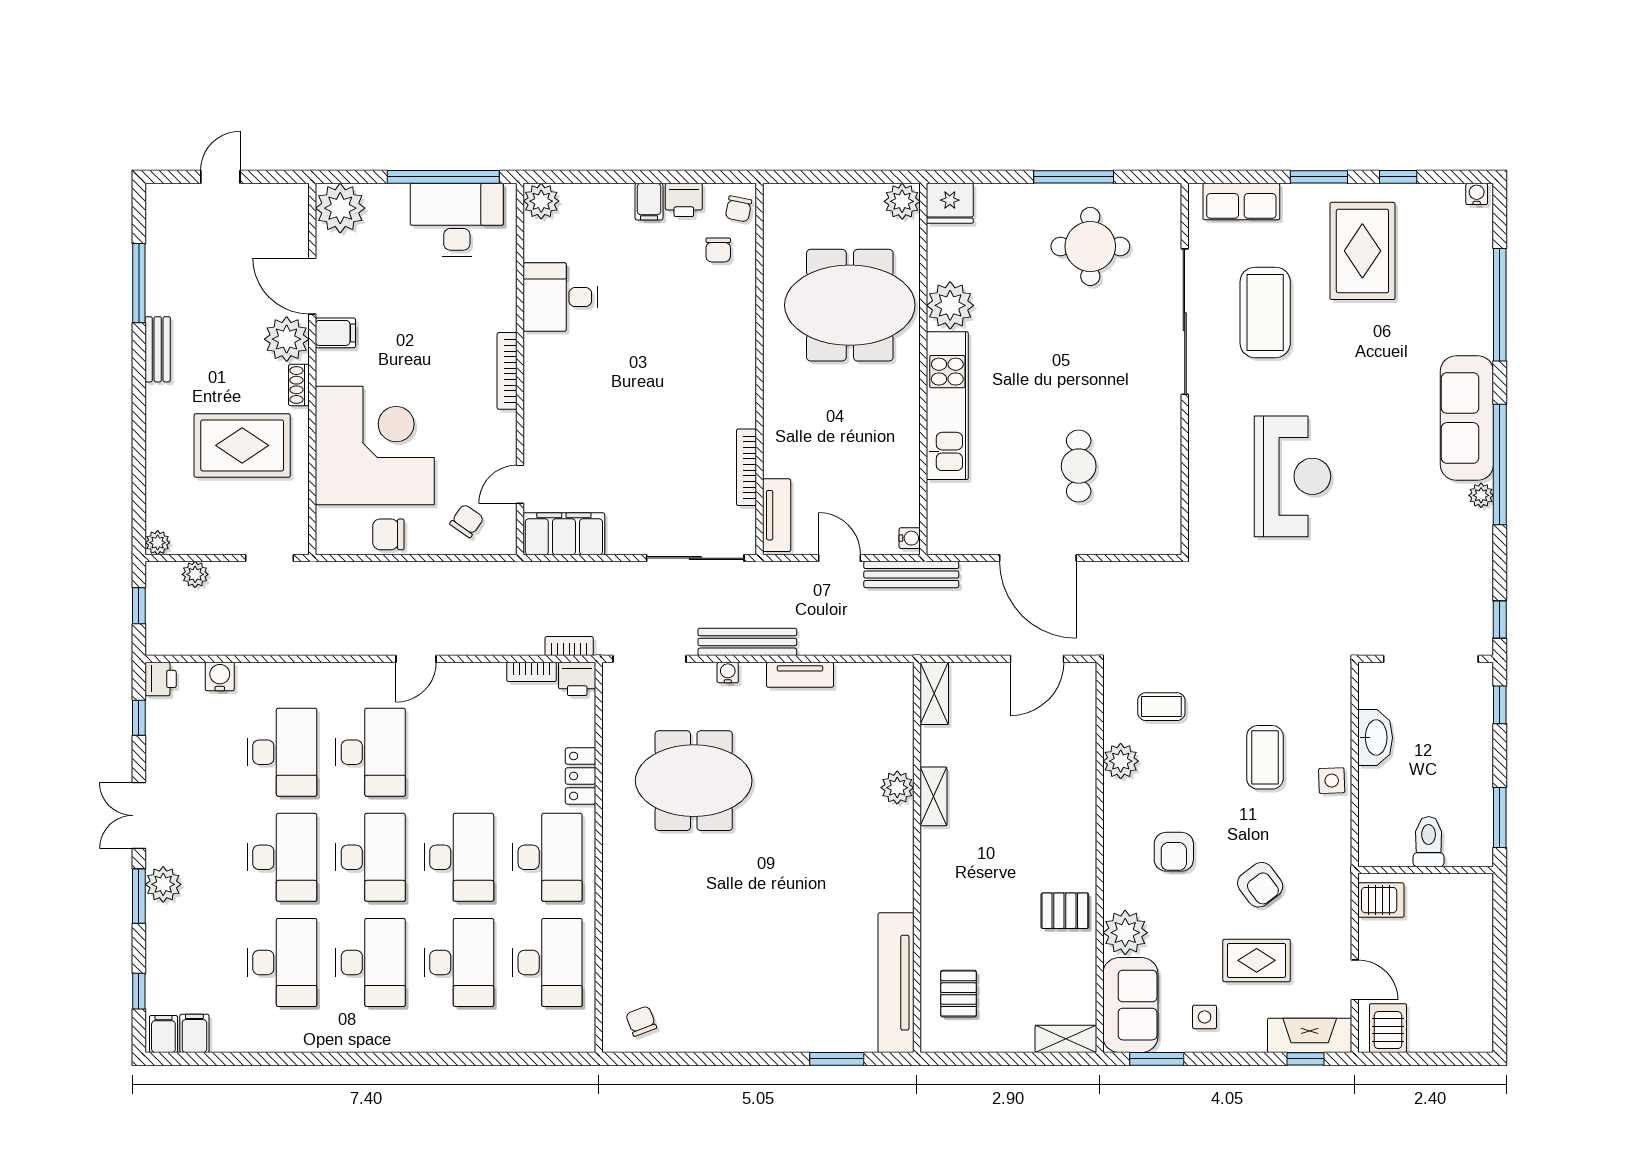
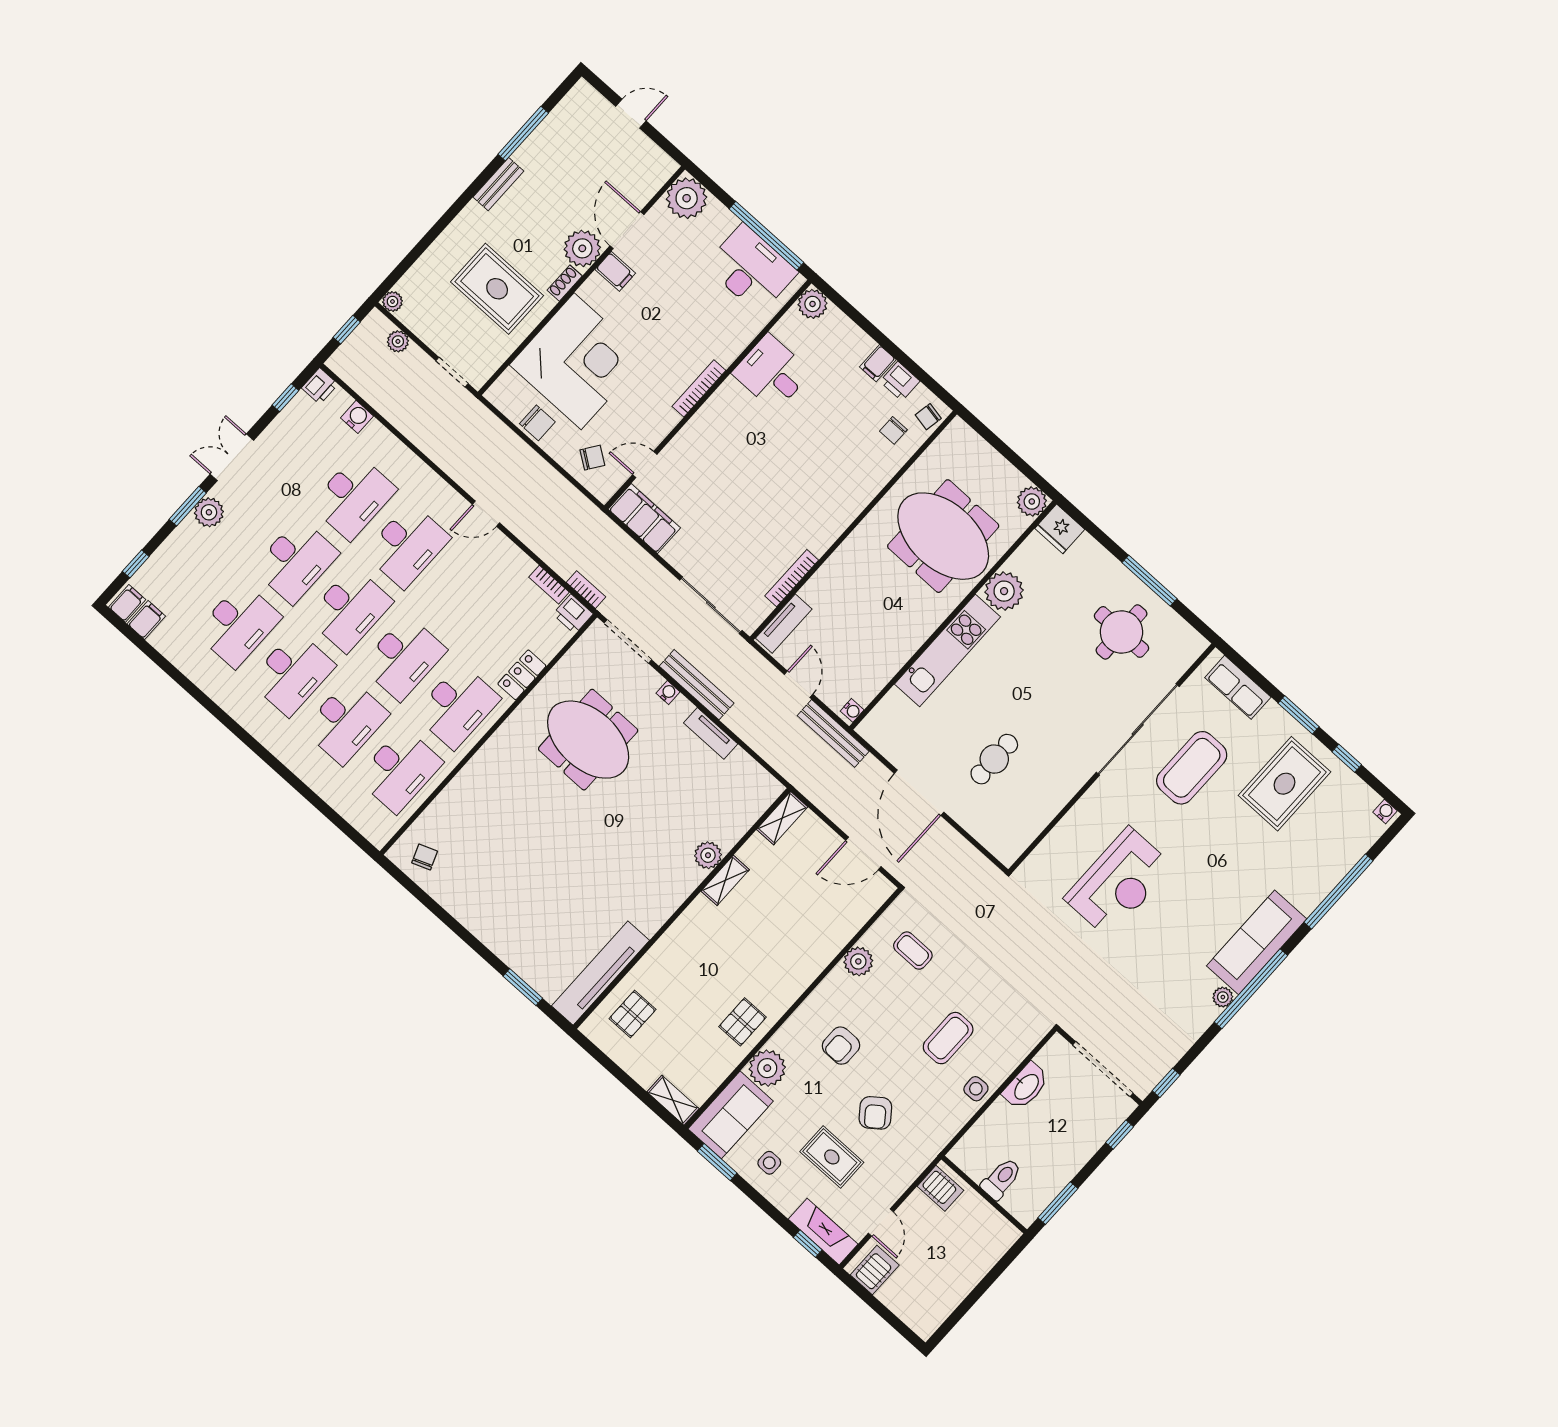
chair: (388, 534) -> (537, 423), turned 180
pallet: (1065, 911) -> (743, 1022), turned 90

